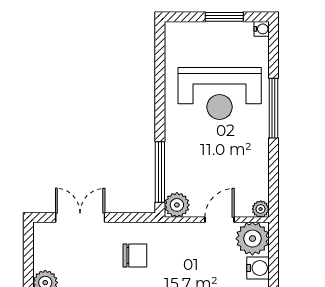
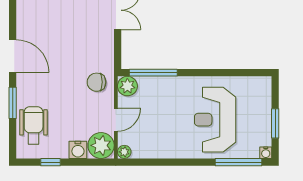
window: (273, 108) -> (239, 162), moved
door: (220, 220) -> (116, 120), hinge flipped
chair: (135, 255) -> (96, 82), moved, turned 90

